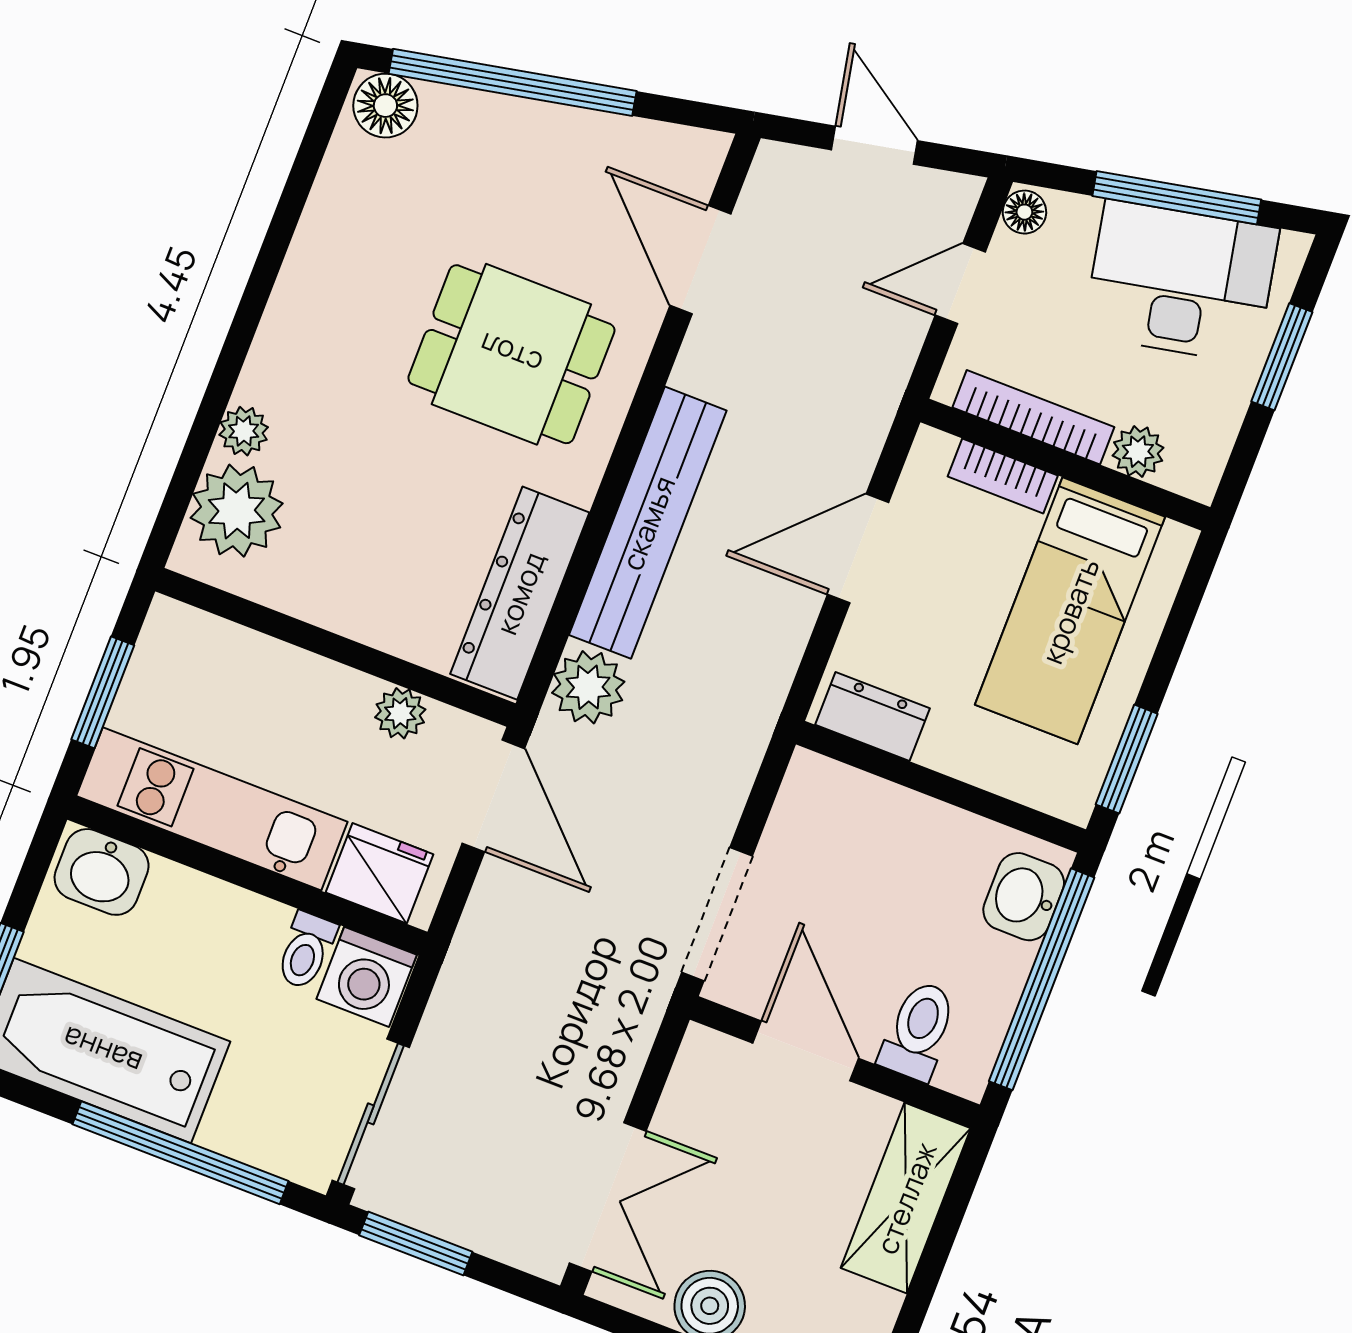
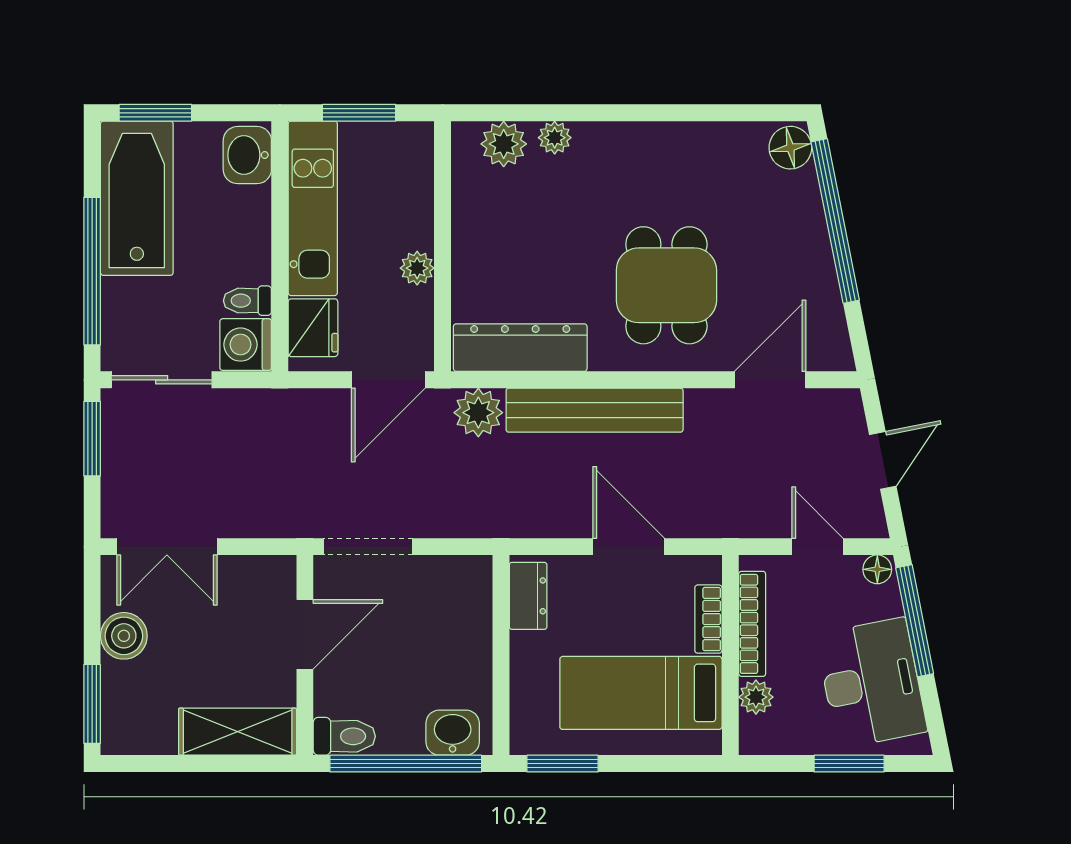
window: (1177, 198) -> (915, 621), moved
plant: (237, 511) -> (504, 144), width x0.73, depth x0.73
plant: (400, 713) -> (417, 268), moved
toilet: (918, 1031) -> (344, 736), moved

